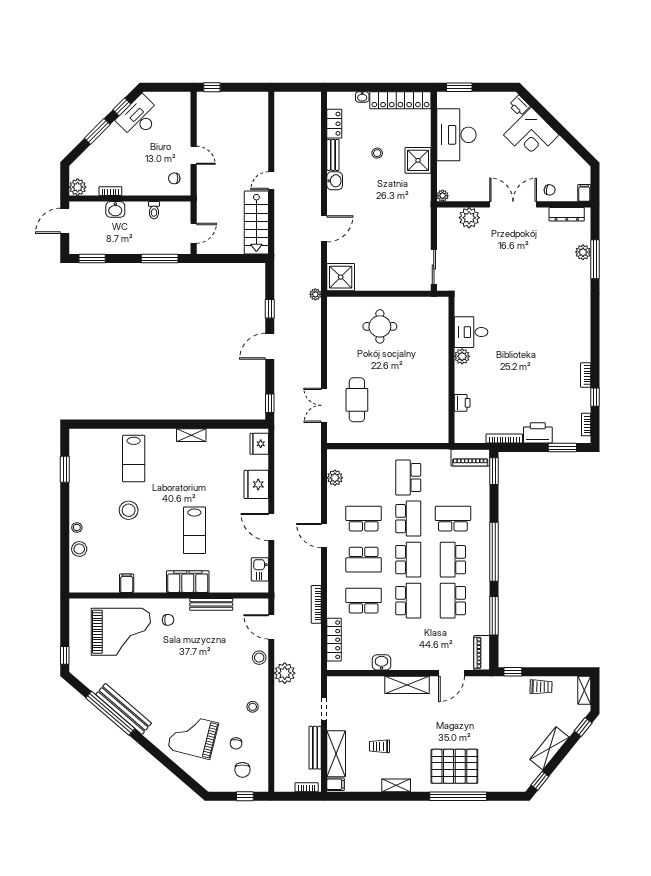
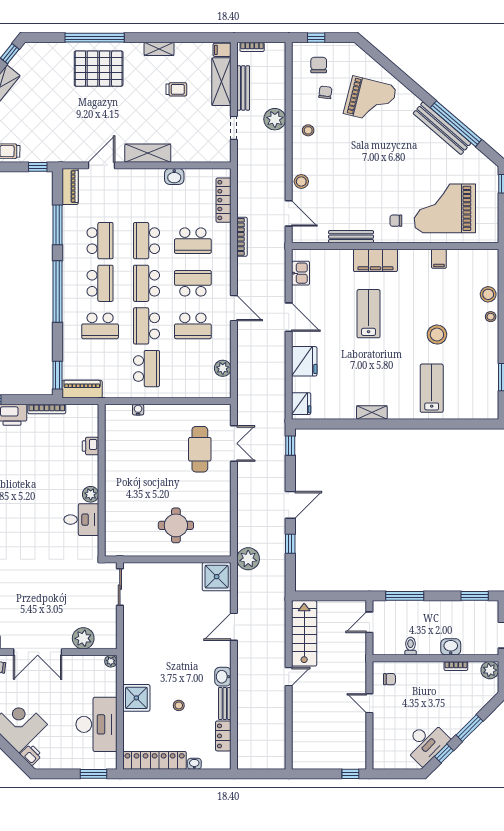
plant: (315, 294) -> (248, 559), width x1.87, depth x1.87
water cooler: (416, 438) -> (138, 410), added
plant: (285, 673) -> (275, 119), moved

